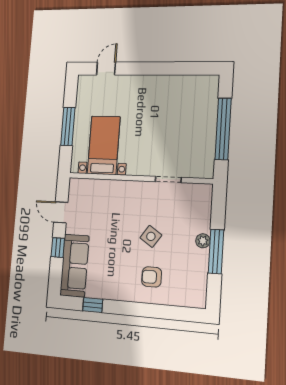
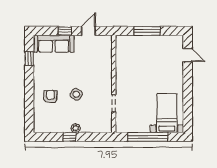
bed with nightstands: (104, 145) -> (167, 113), moved, turned -90
window: (216, 251) -> (70, 137), width x0.46

